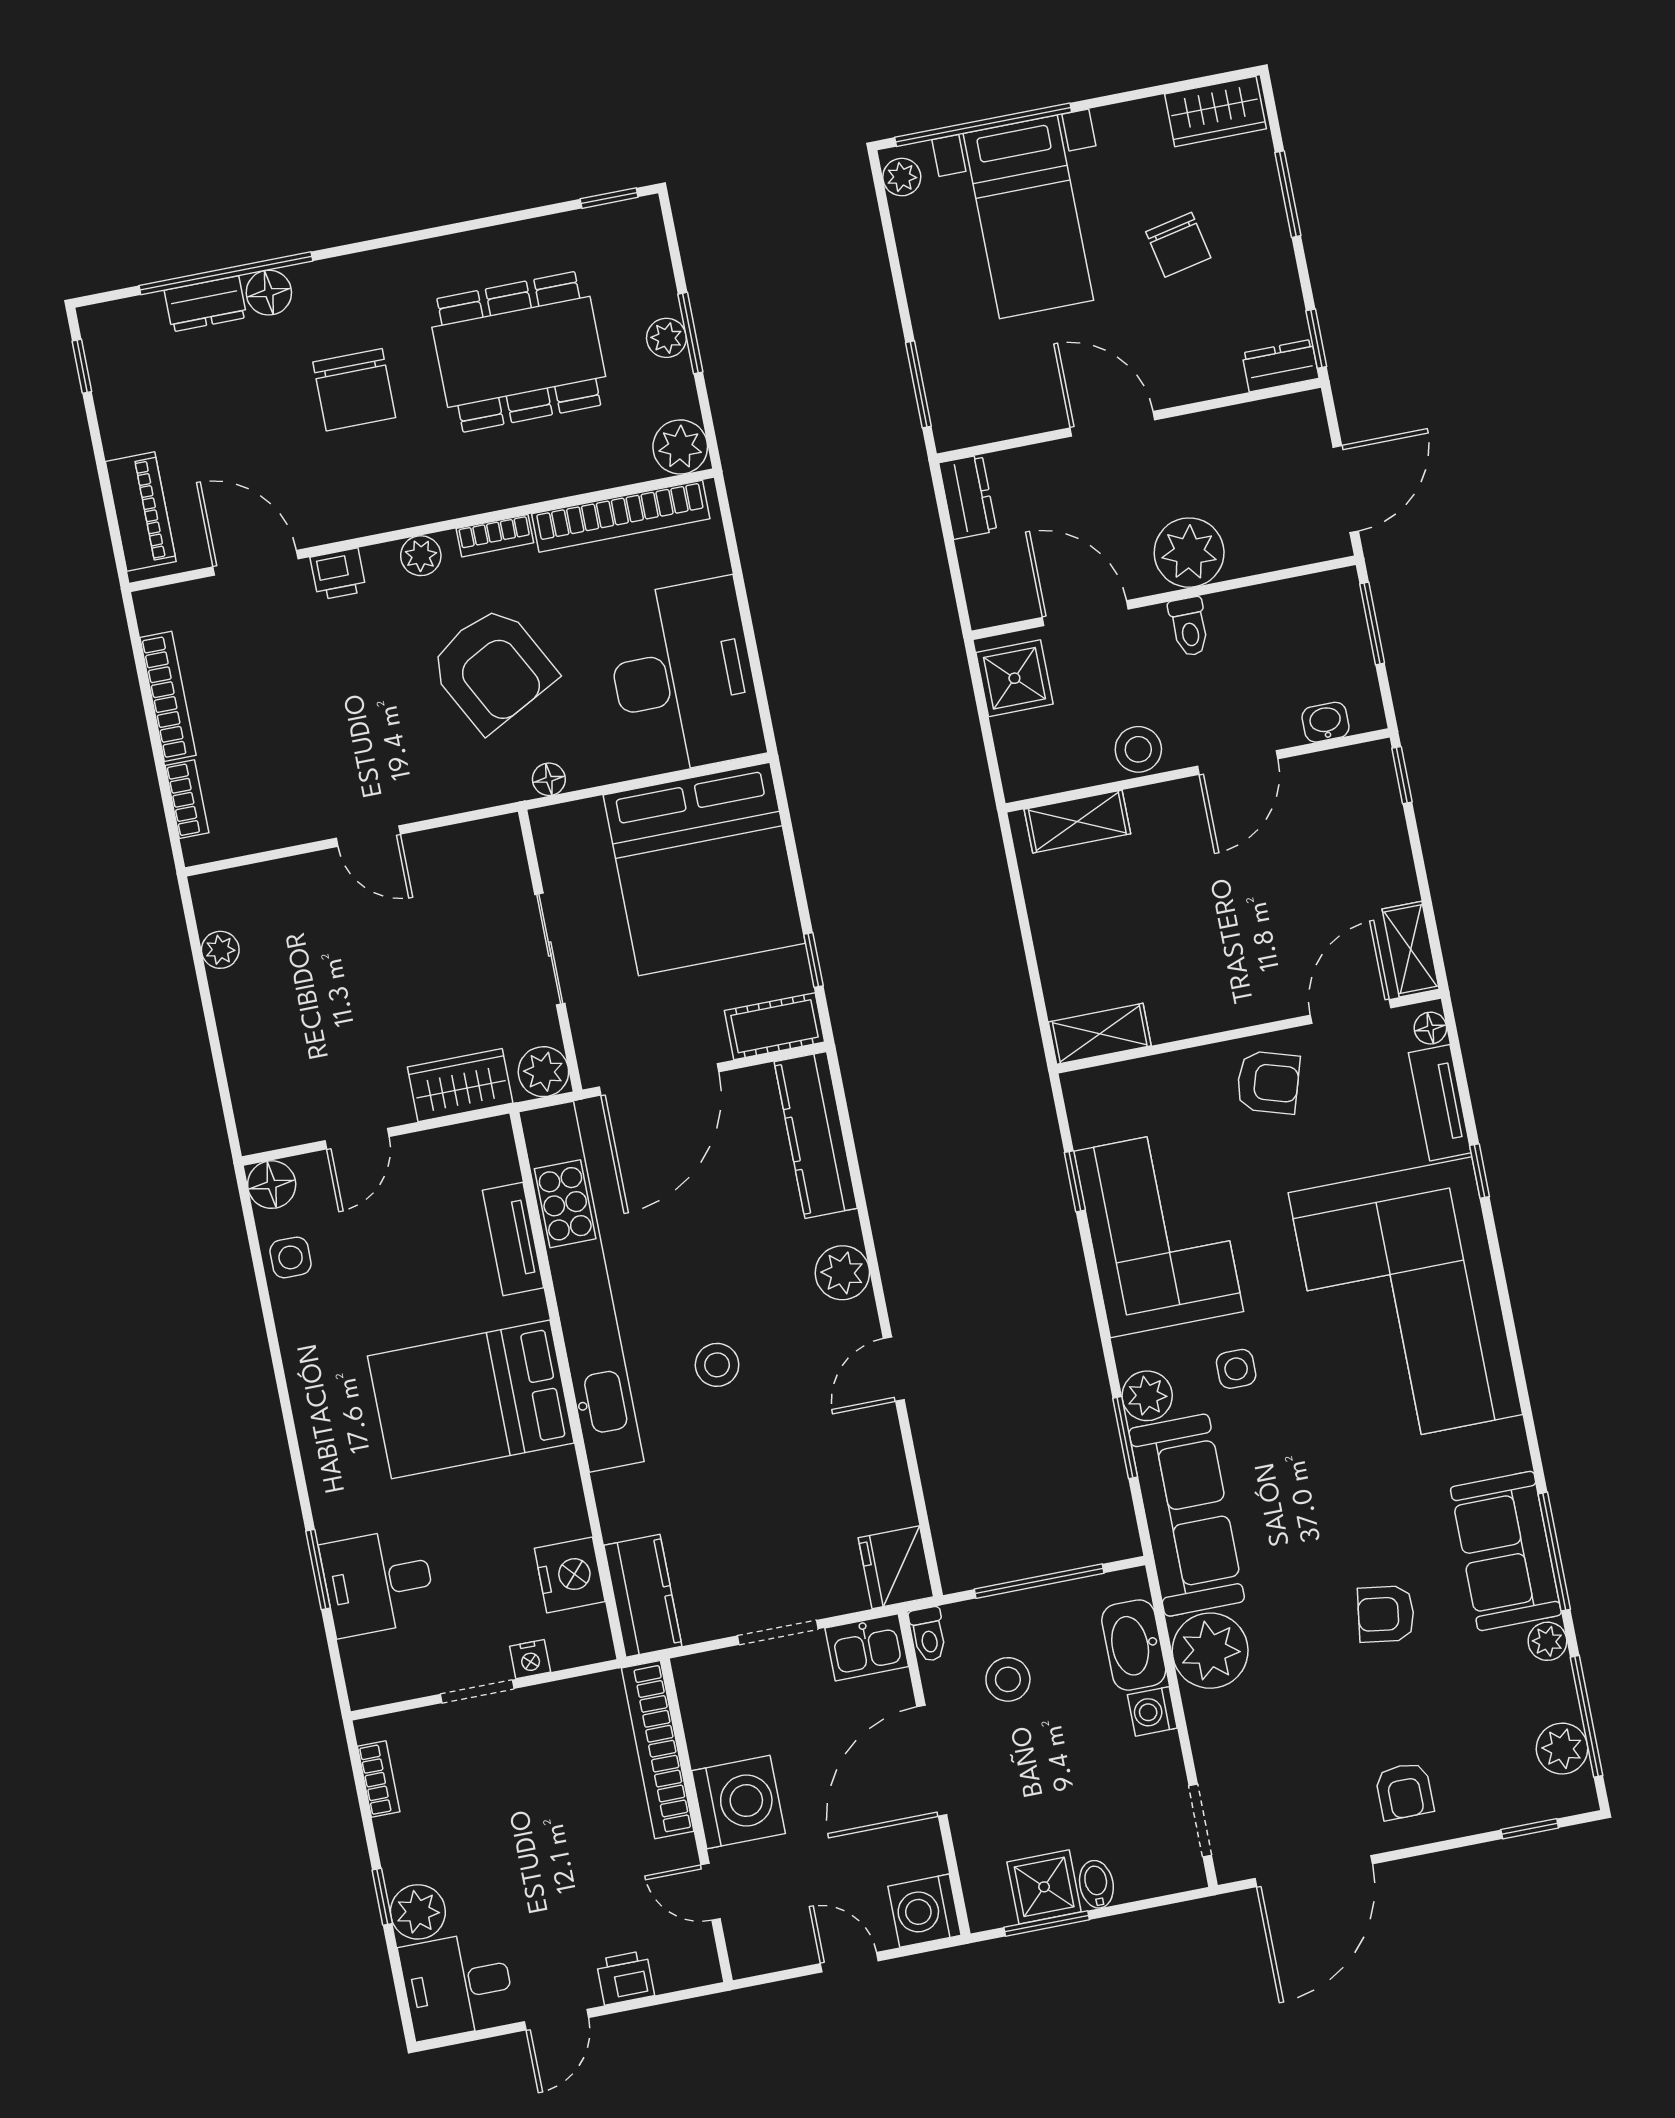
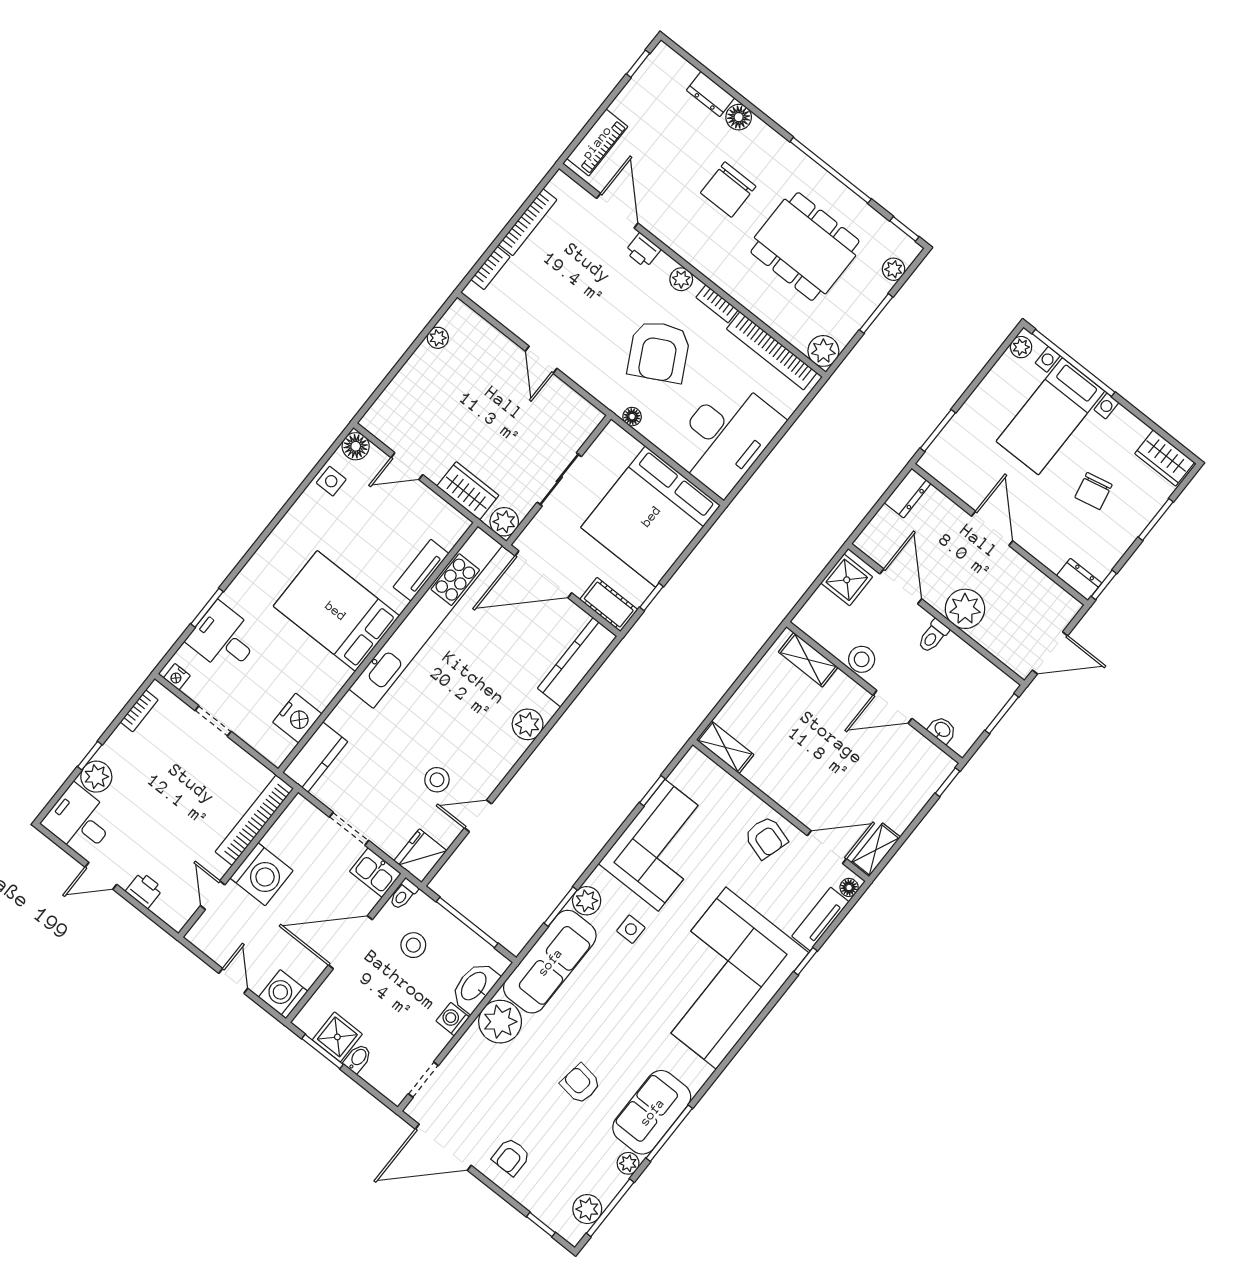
window: (226, 273) -> (831, 170), moved
plant: (666, 338) -> (894, 269), moved
stool: (717, 1365) -> (437, 780), moved
door: (894, 1369) -> (478, 816), moved
nightstand: (530, 1659) -> (177, 677), moved

